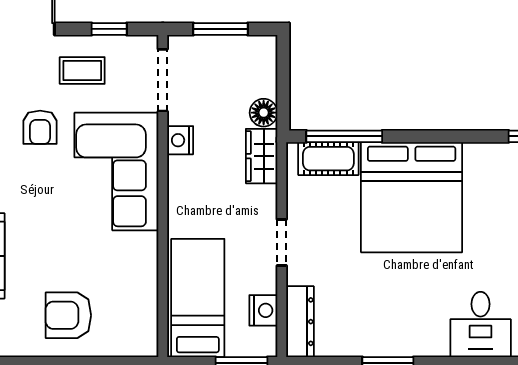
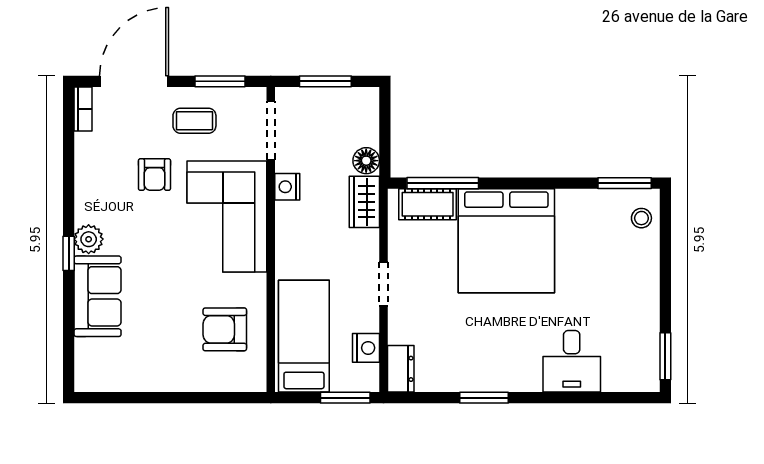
window: (109, 29) -> (220, 81), width x1.50
armchair: (68, 315) -> (225, 329), moved
dresser: (300, 322) -> (401, 369), width x0.70

